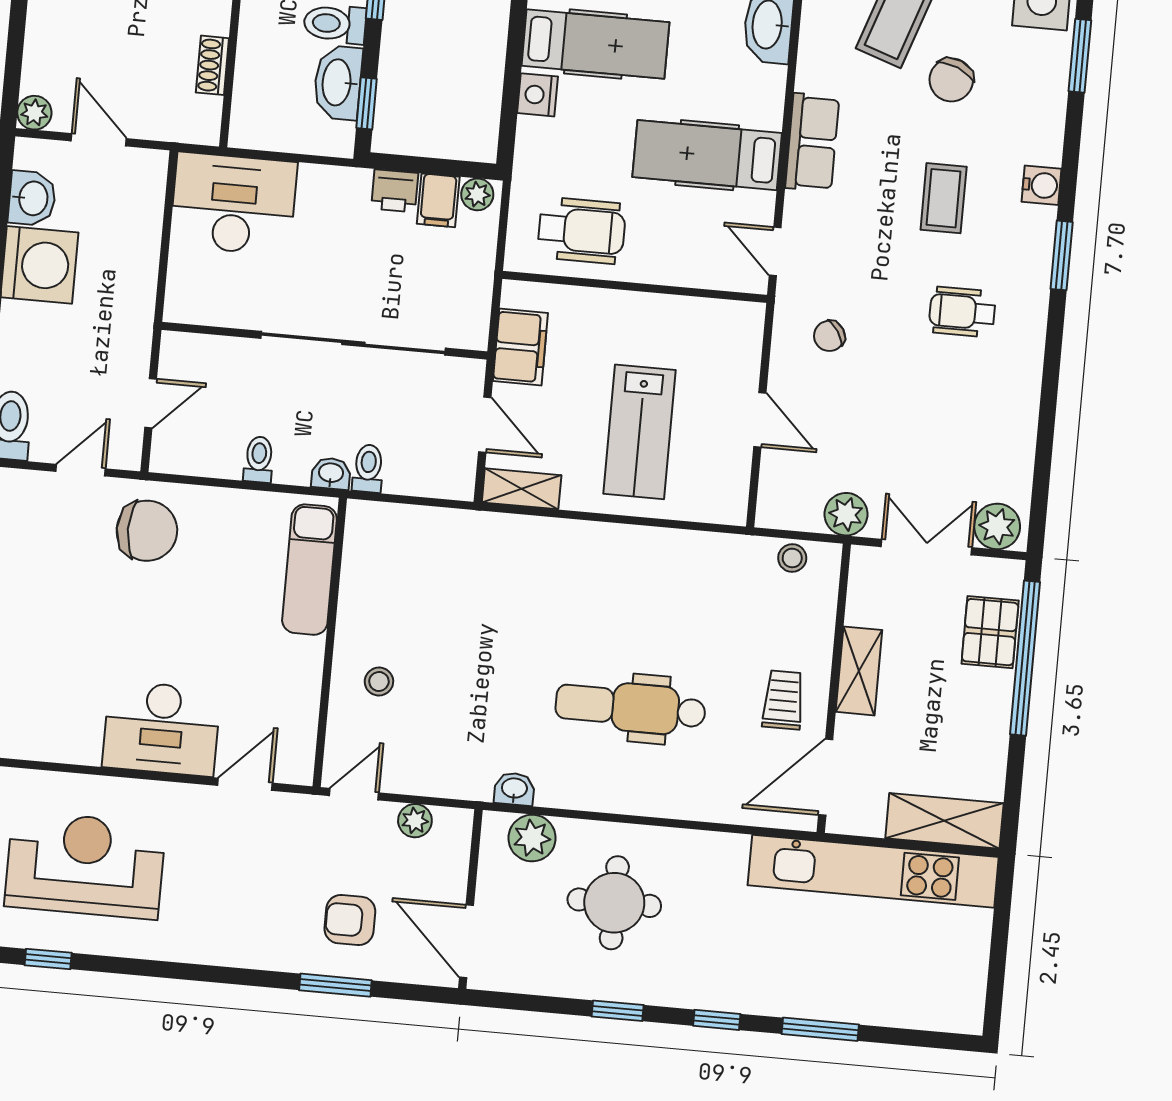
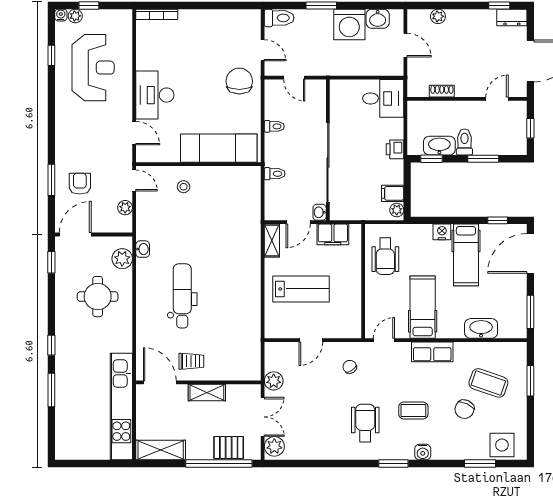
chair: (951, 80) -> (464, 409), turned -88
plant: (34, 113) -> (438, 16), moved
door: (99, 140) -> (405, 45), hinge flipped
printer: (395, 191) -> (395, 149), moved
desk: (234, 204) -> (383, 98), width x0.73
wheelchair: (962, 312) -> (365, 423), width x1.36, depth x1.37
lab bench: (639, 432) -> (301, 289), turned 180
washbasin: (331, 474) -> (320, 212), moved, turned 180
chair: (147, 531) -> (239, 81), turned 180
stool: (792, 558) -> (253, 360), removed
exam couch: (309, 570) -> (219, 148), width x1.36, depth x1.45
shelving: (944, 821) -> (161, 450), moved, turned 90
window: (618, 1011) -> (51, 262), moved

